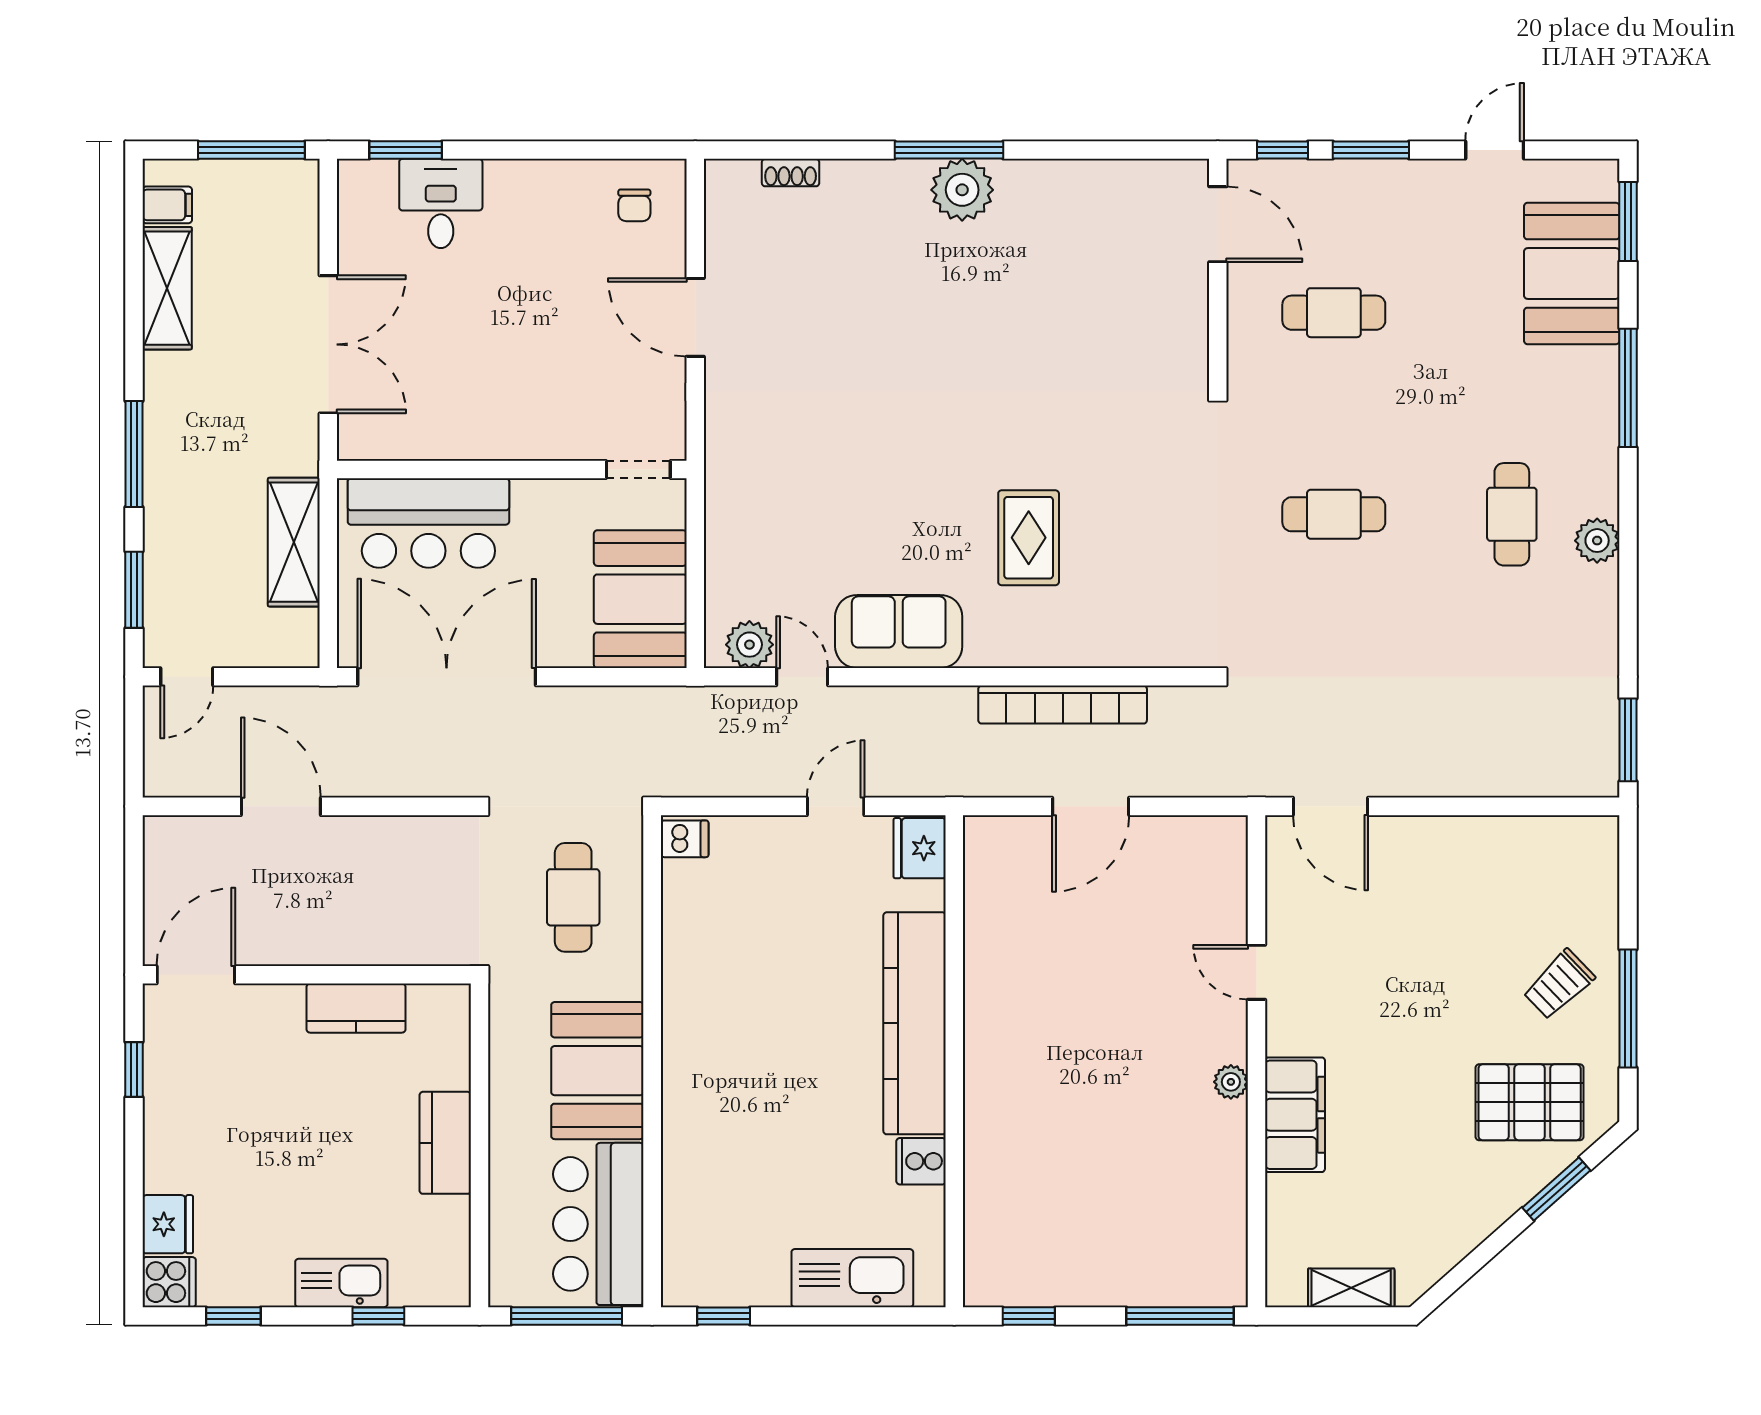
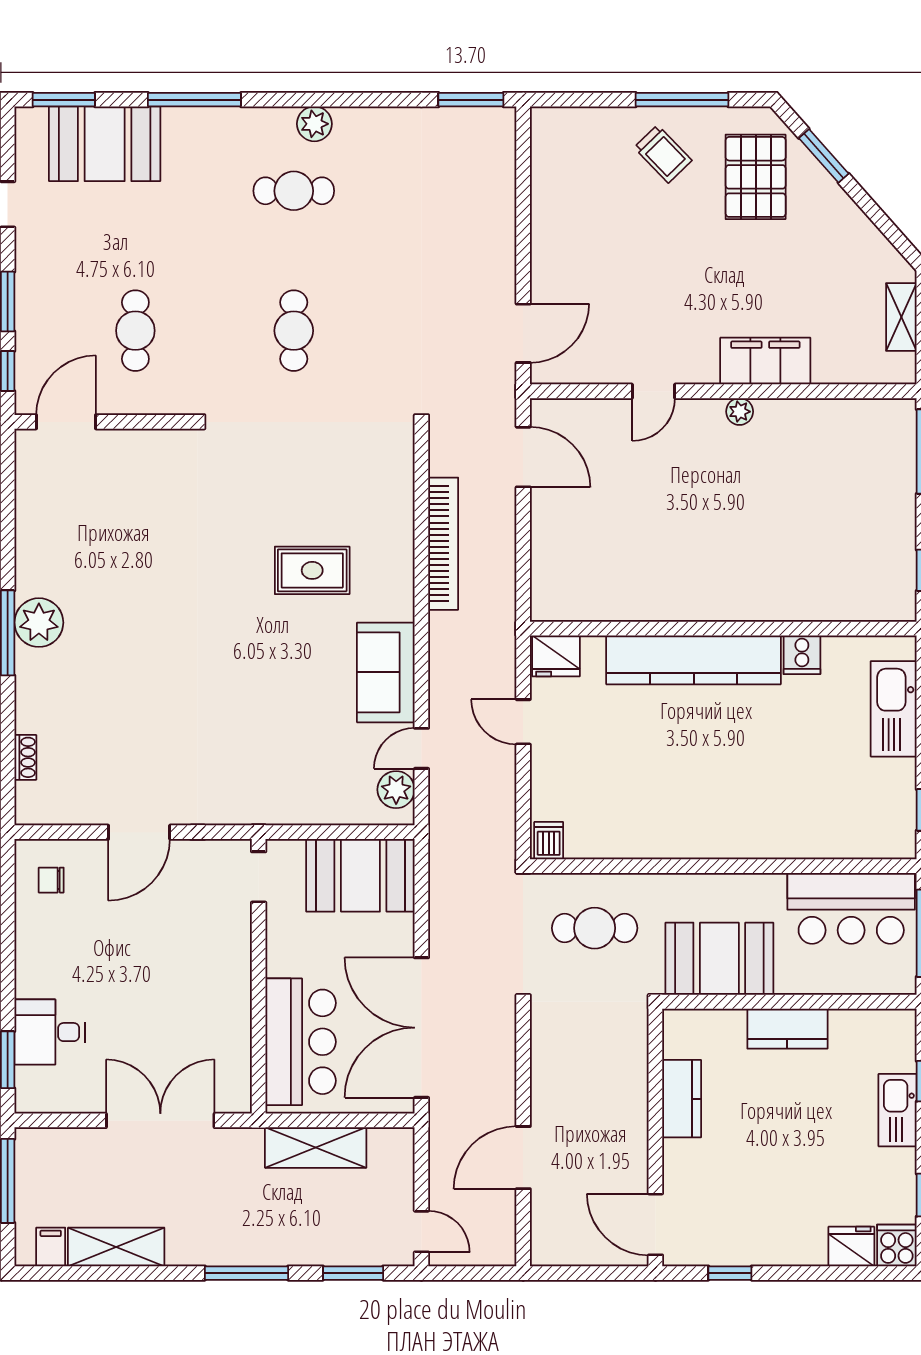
chair: (634, 205) -> (51, 880), turned 180
door: (1091, 806) -> (523, 457), moved
booth: (597, 1071) -> (719, 959), moved

